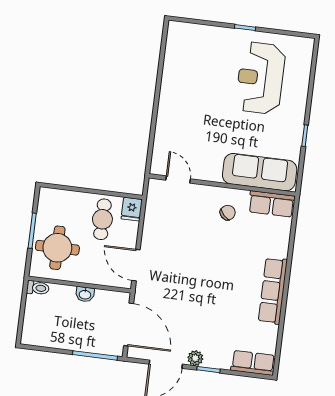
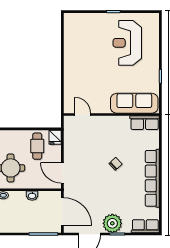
chair: (228, 213) -> (116, 164), moved
row of seats: (273, 291) -> (152, 178), width x1.36
plant: (195, 358) -> (112, 223), width x1.88, depth x1.88

